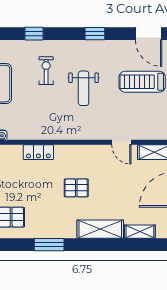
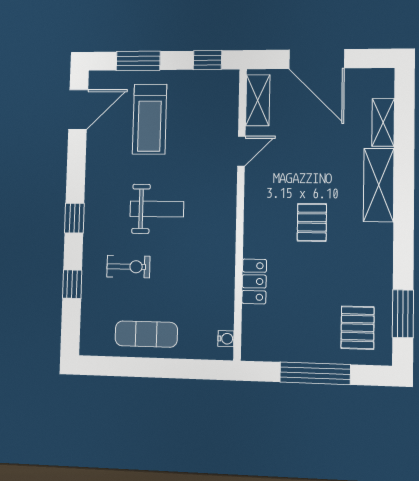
window: (95, 34) -> (74, 218), moved
exercise bike: (46, 71) -> (128, 267), turned 180
window: (49, 245) -> (403, 314), moved

